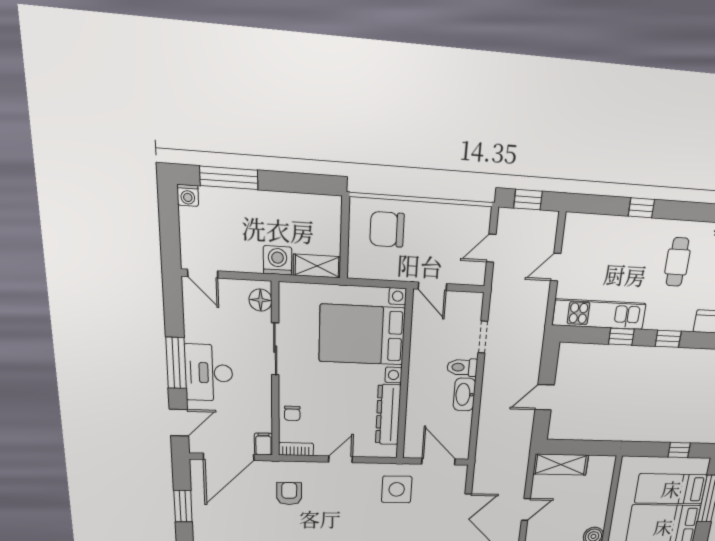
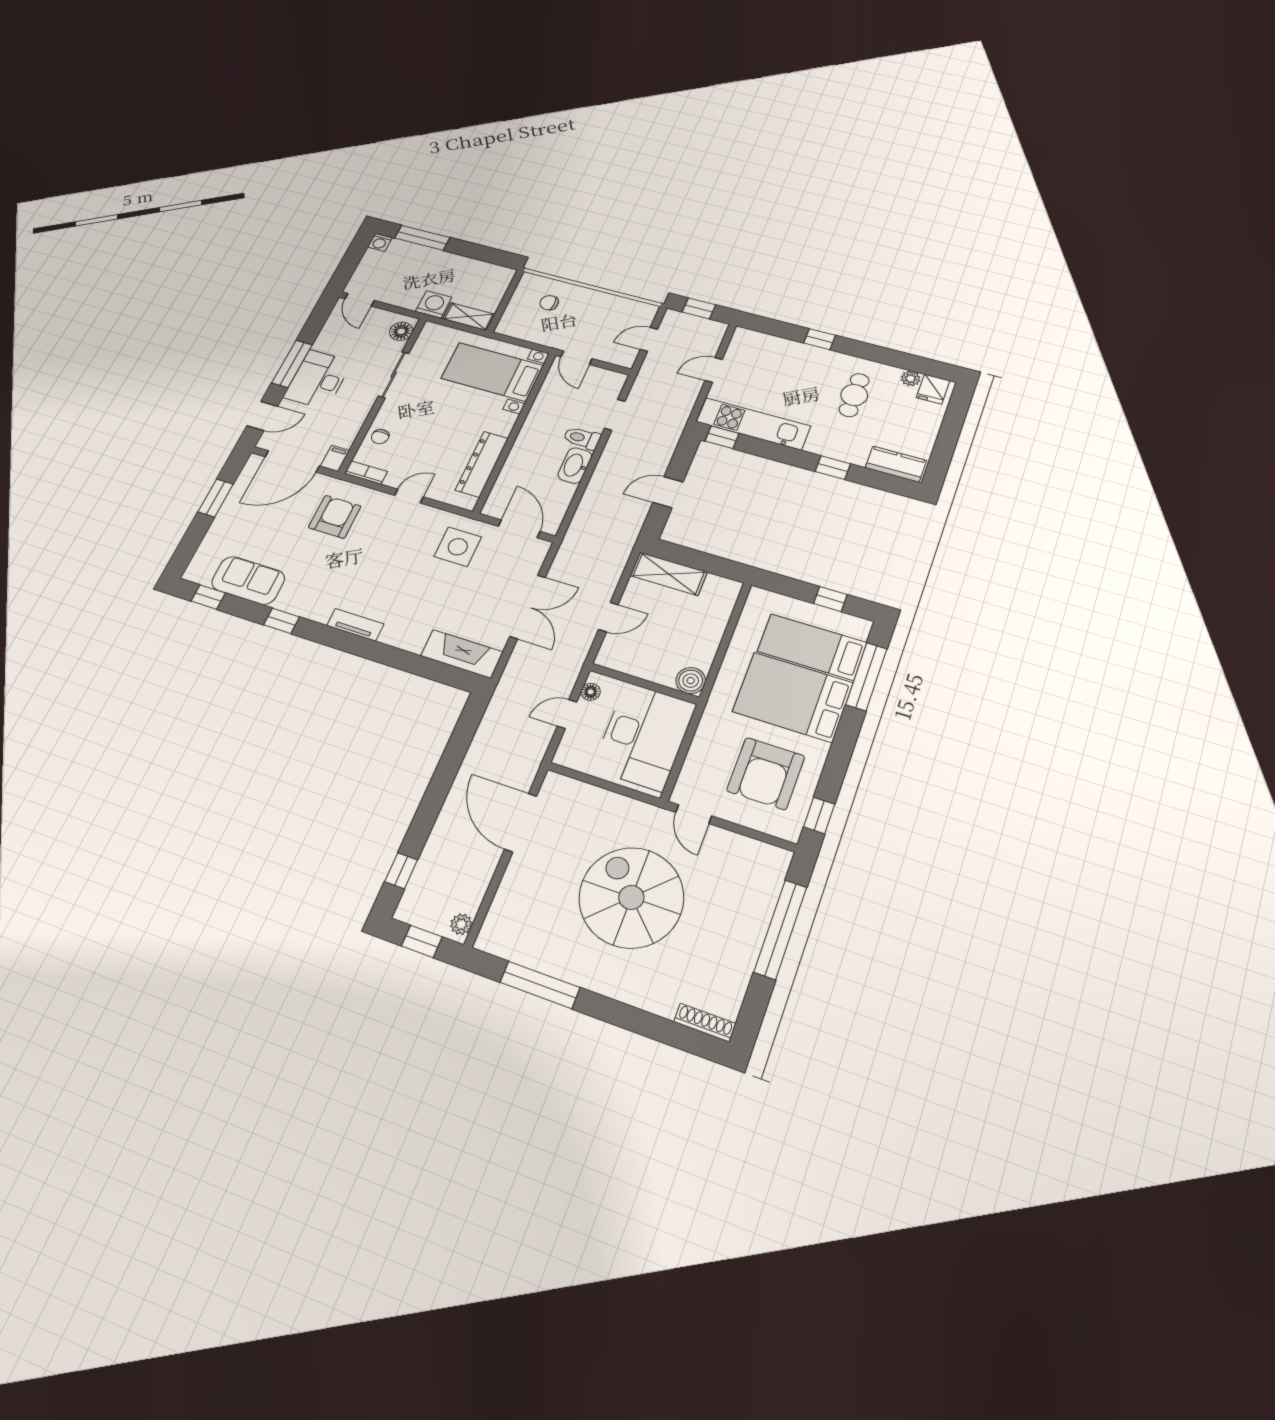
chair: (387, 229) -> (549, 303), width x0.54, depth x0.54
bed with nightstands: (362, 335) -> (492, 372), width x0.73
window: (621, 337) -> (722, 437), moved
armchair: (289, 494) -> (335, 517), width x1.38, depth x1.38

